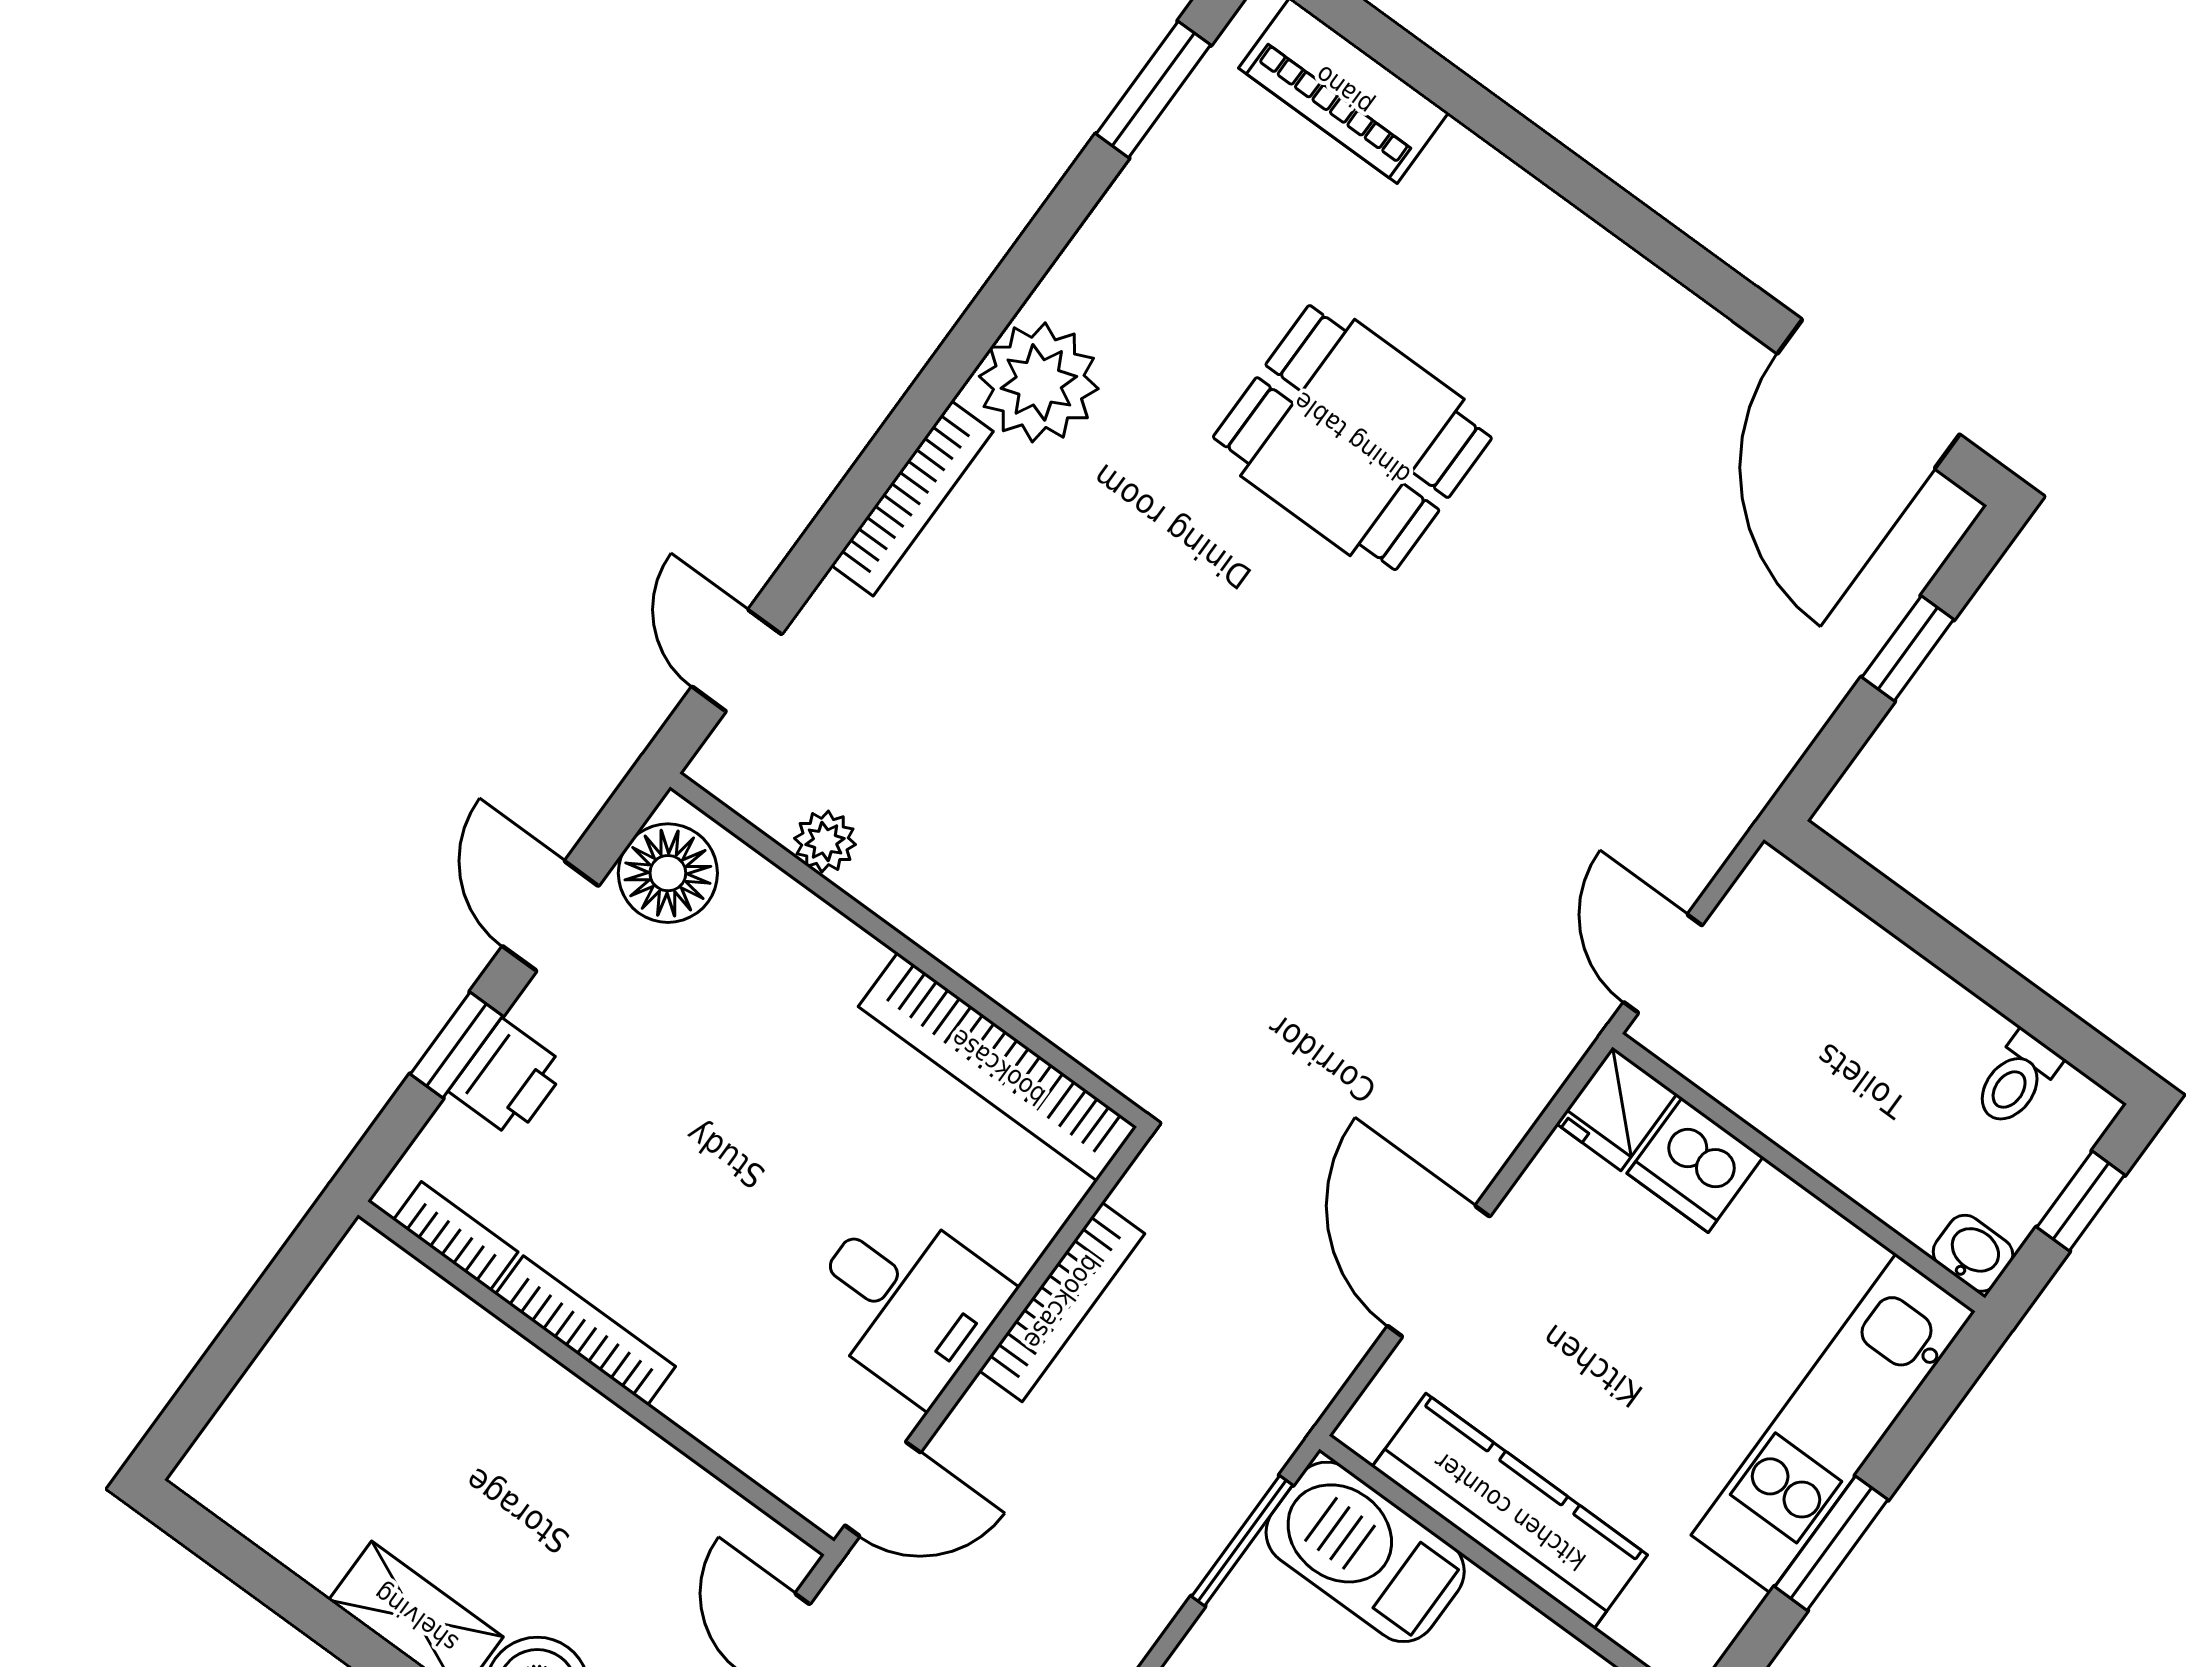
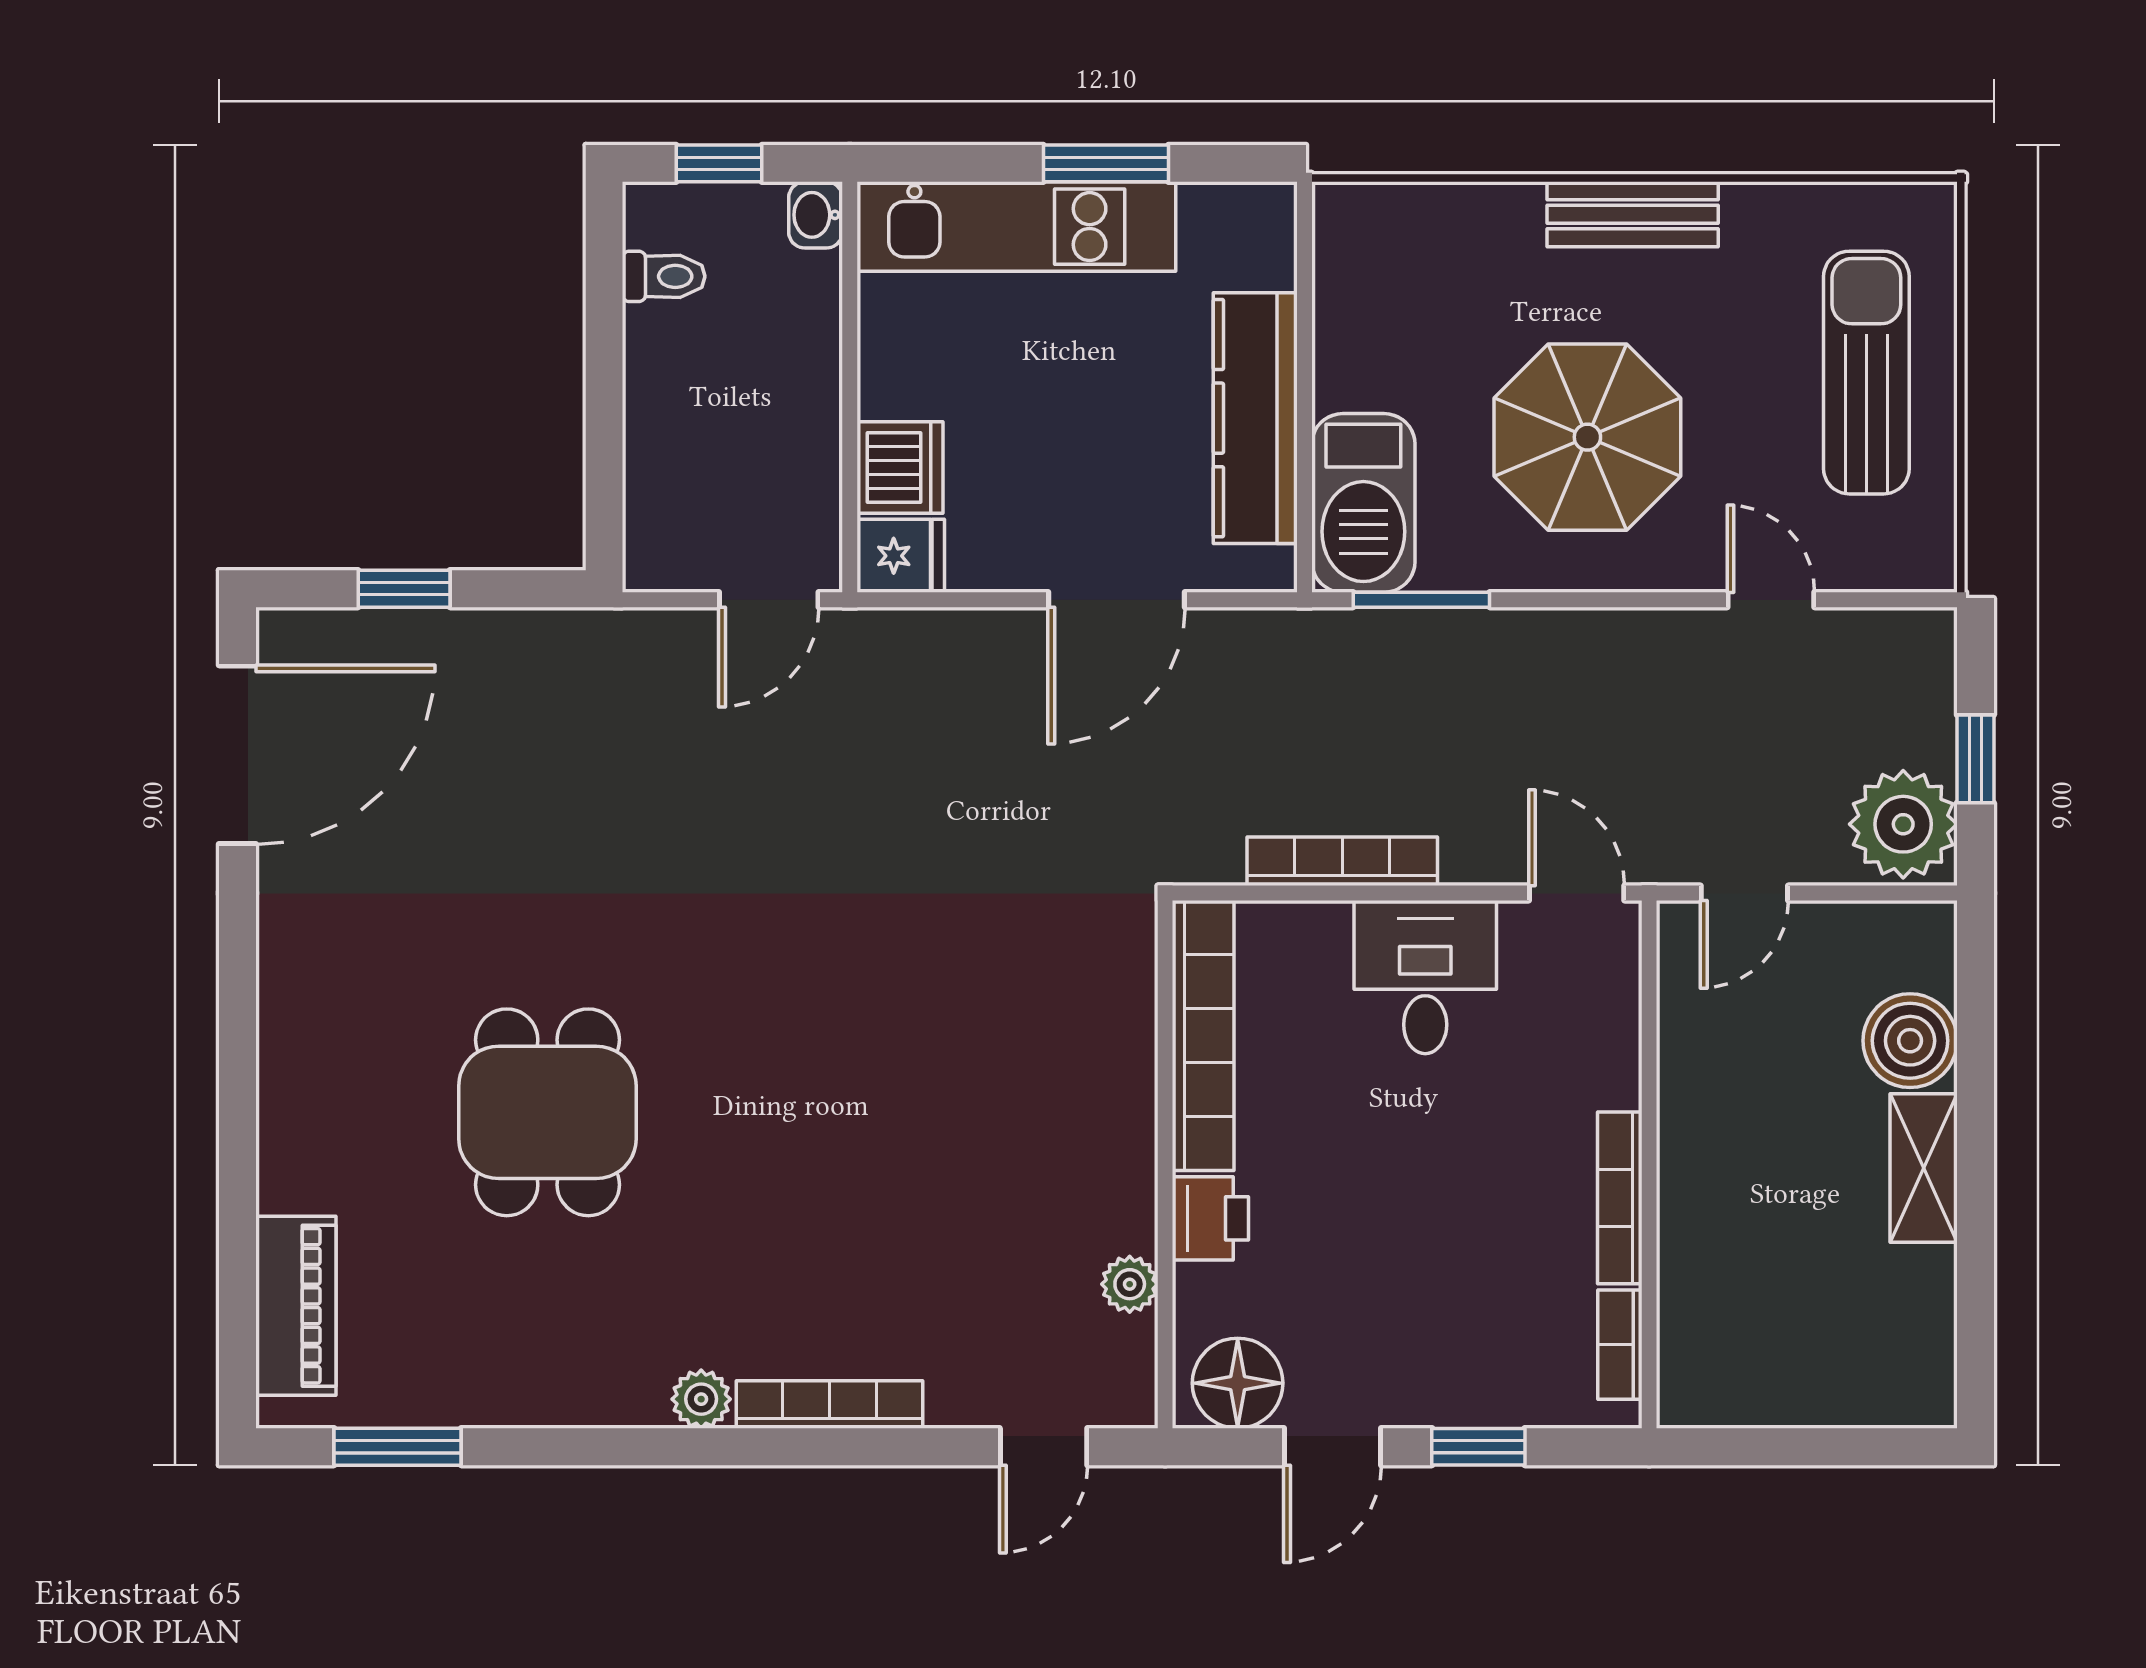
plant: (1039, 382) -> (701, 1399), width x0.53, depth x0.53
printer: (508, 1079) -> (1210, 1218), moved, turned 90

